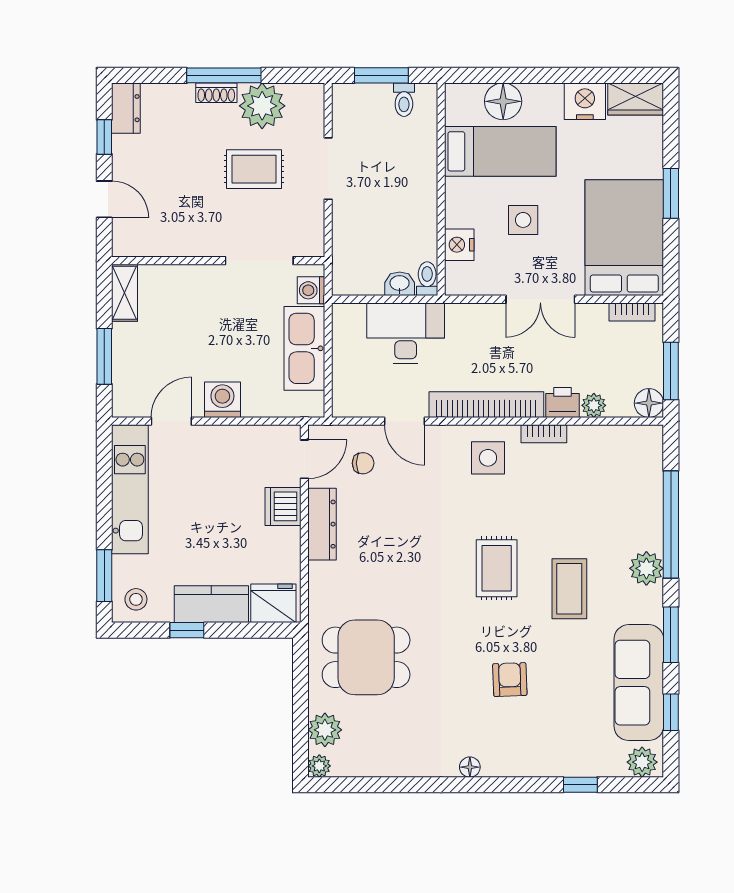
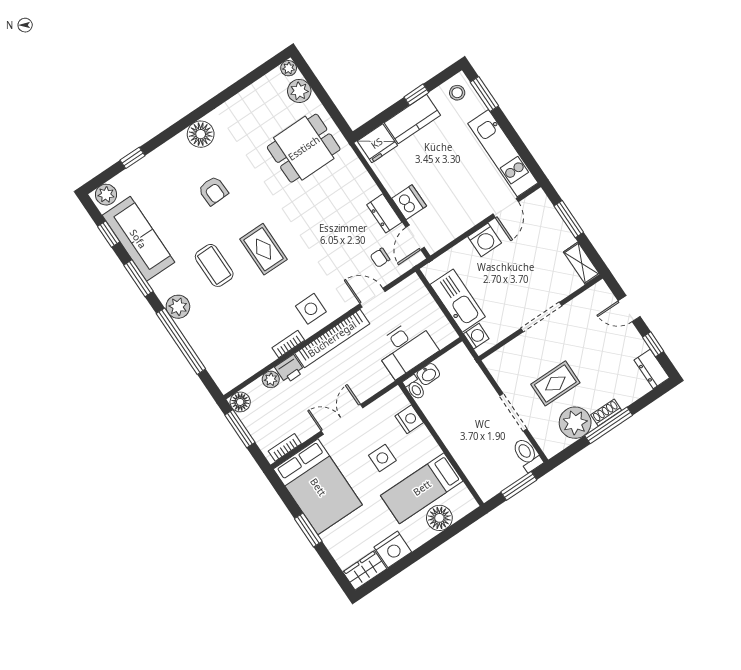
toilet: (404, 100) -> (527, 455), moved, width x1.37, depth x1.39
doorway: (259, 261) -> (541, 317), moved
dresser: (322, 524) -> (384, 213), width x0.70
floor lamp: (470, 767) -> (201, 134), width x1.89, depth x1.89

